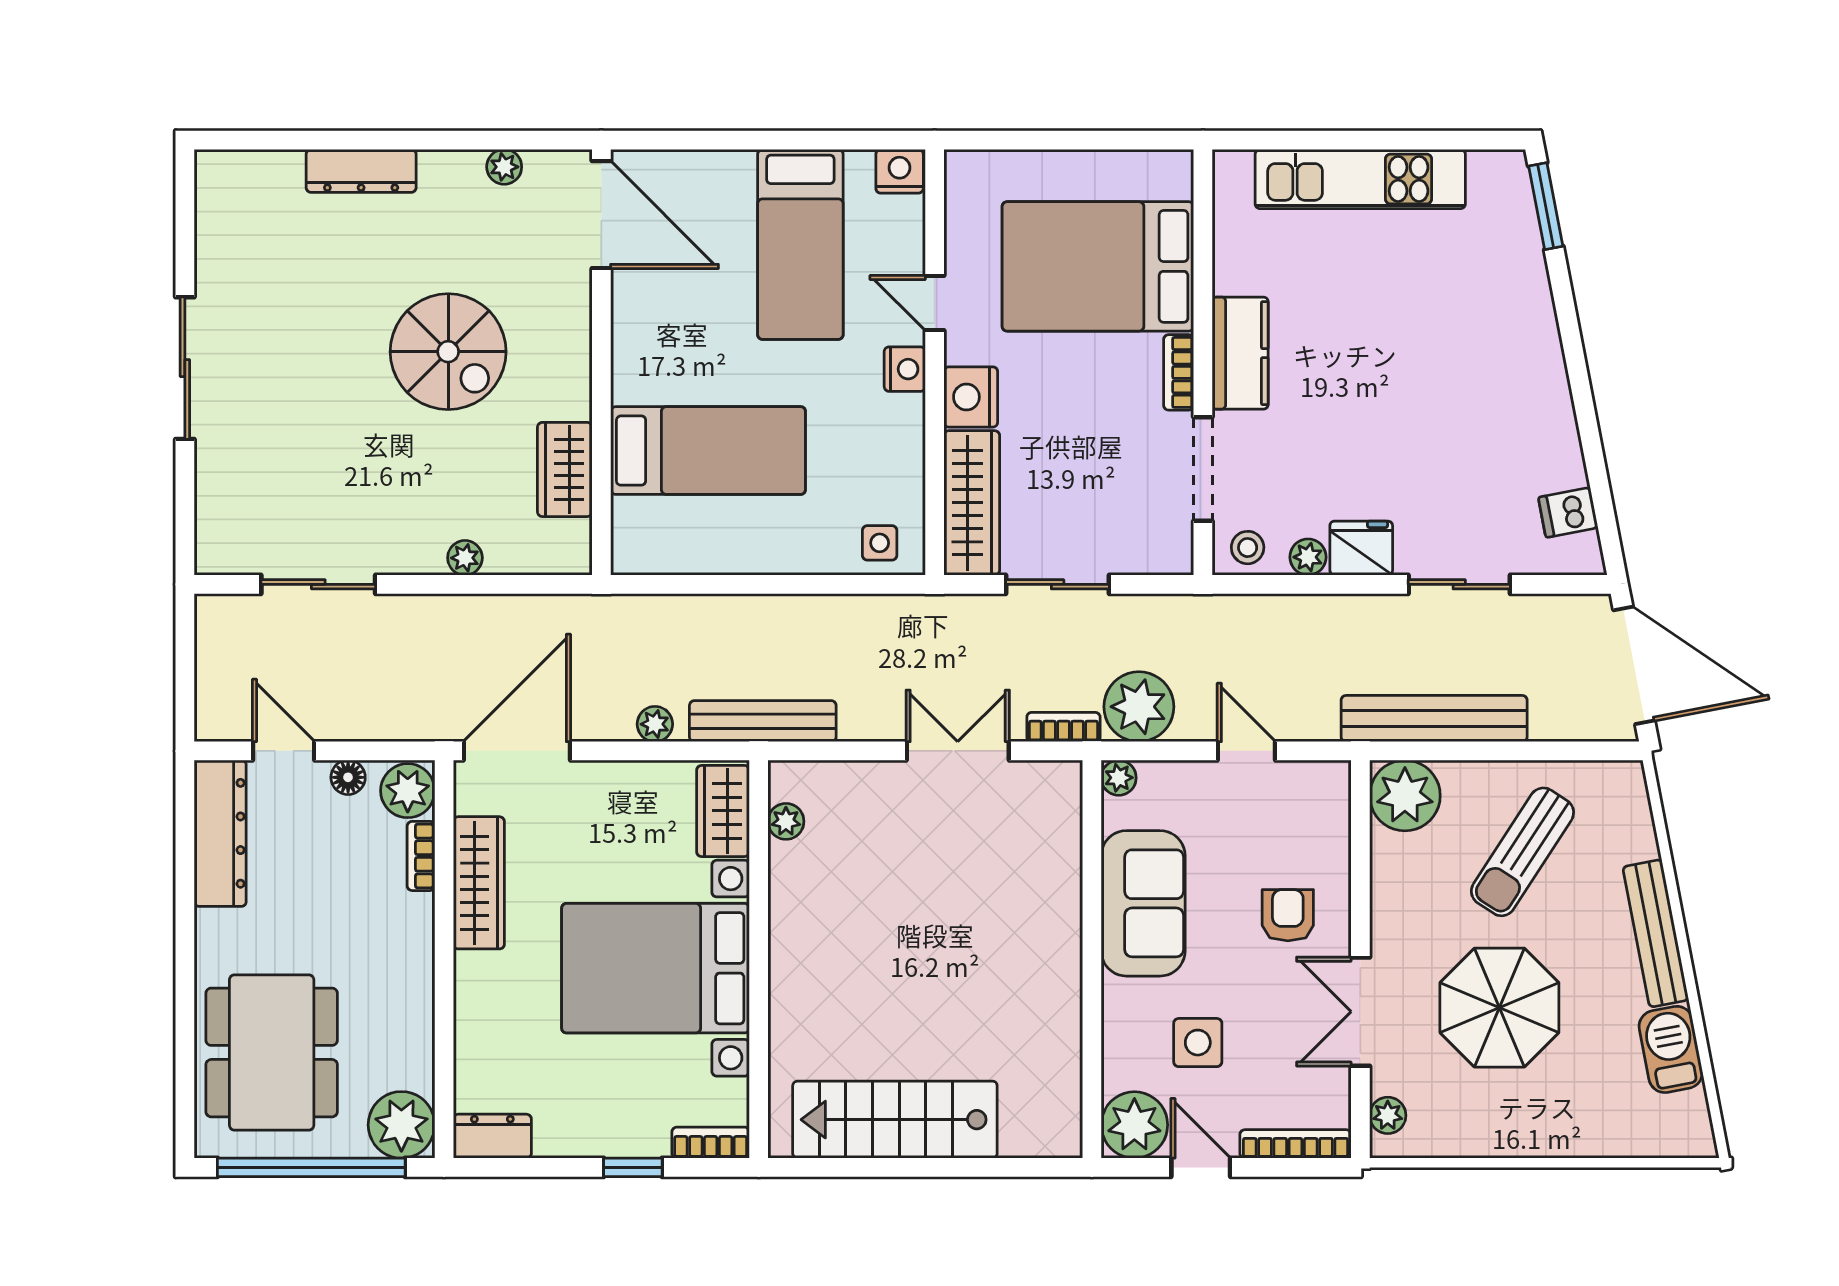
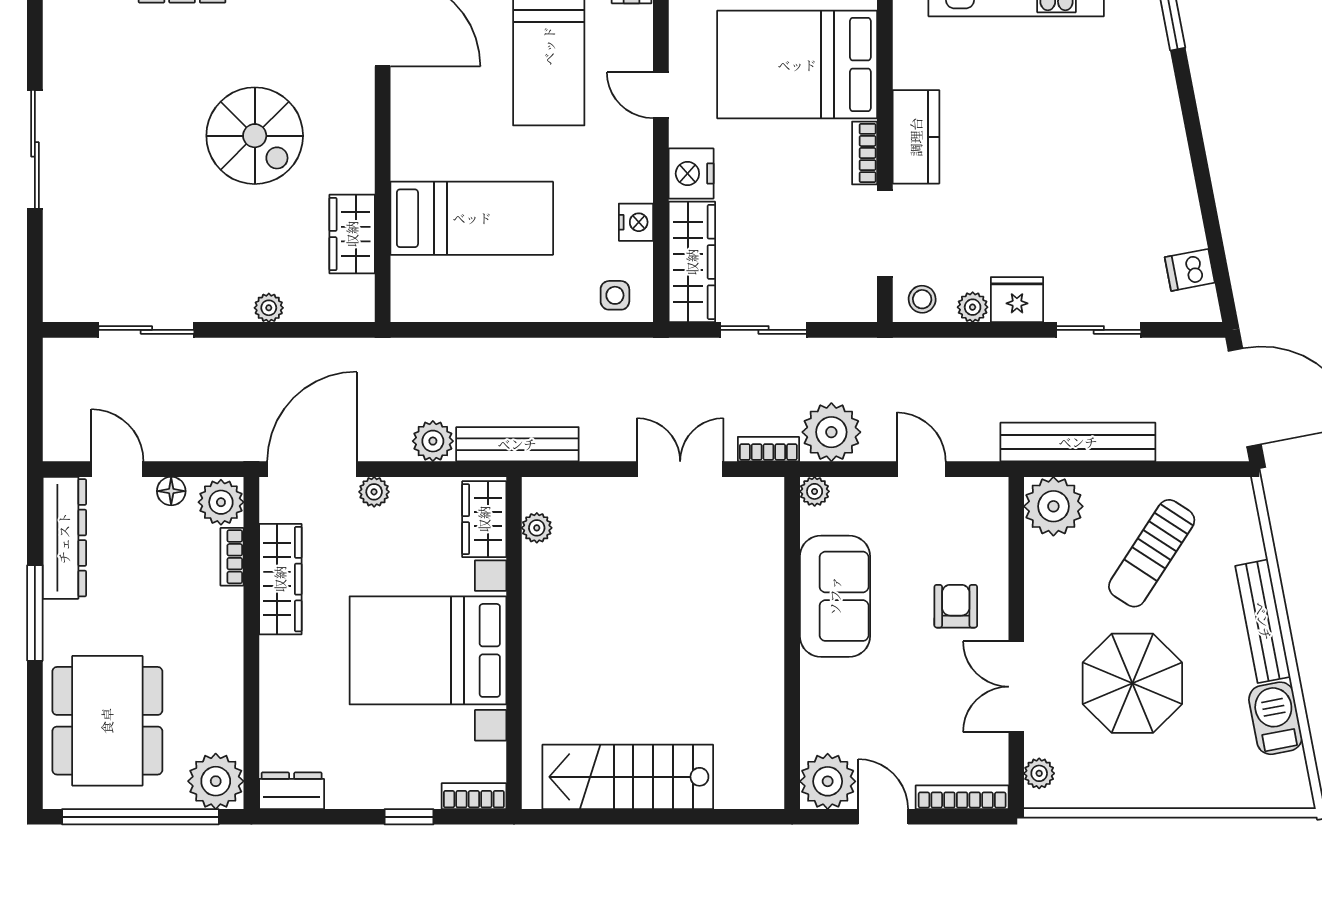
nightstand: (905, 369) -> (636, 222), moved
plant: (655, 724) -> (433, 441), width x1.38, depth x1.38
plant: (591, 778) -> (374, 492), added
window: (185, 923) -> (35, 613), added
side table: (1198, 1043) -> (881, 712), removed

